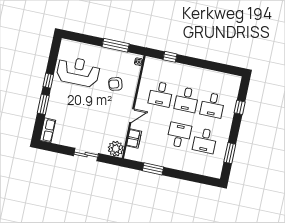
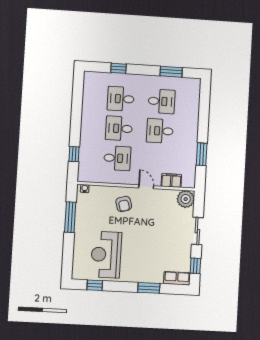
window: (48, 81) -> (95, 285), moved
armchair: (115, 84) -> (124, 204), moved
desk: (187, 100) -> (119, 128), turned 180
desk: (212, 105) -> (121, 99), turned 180
window: (56, 148) -> (195, 266), added

